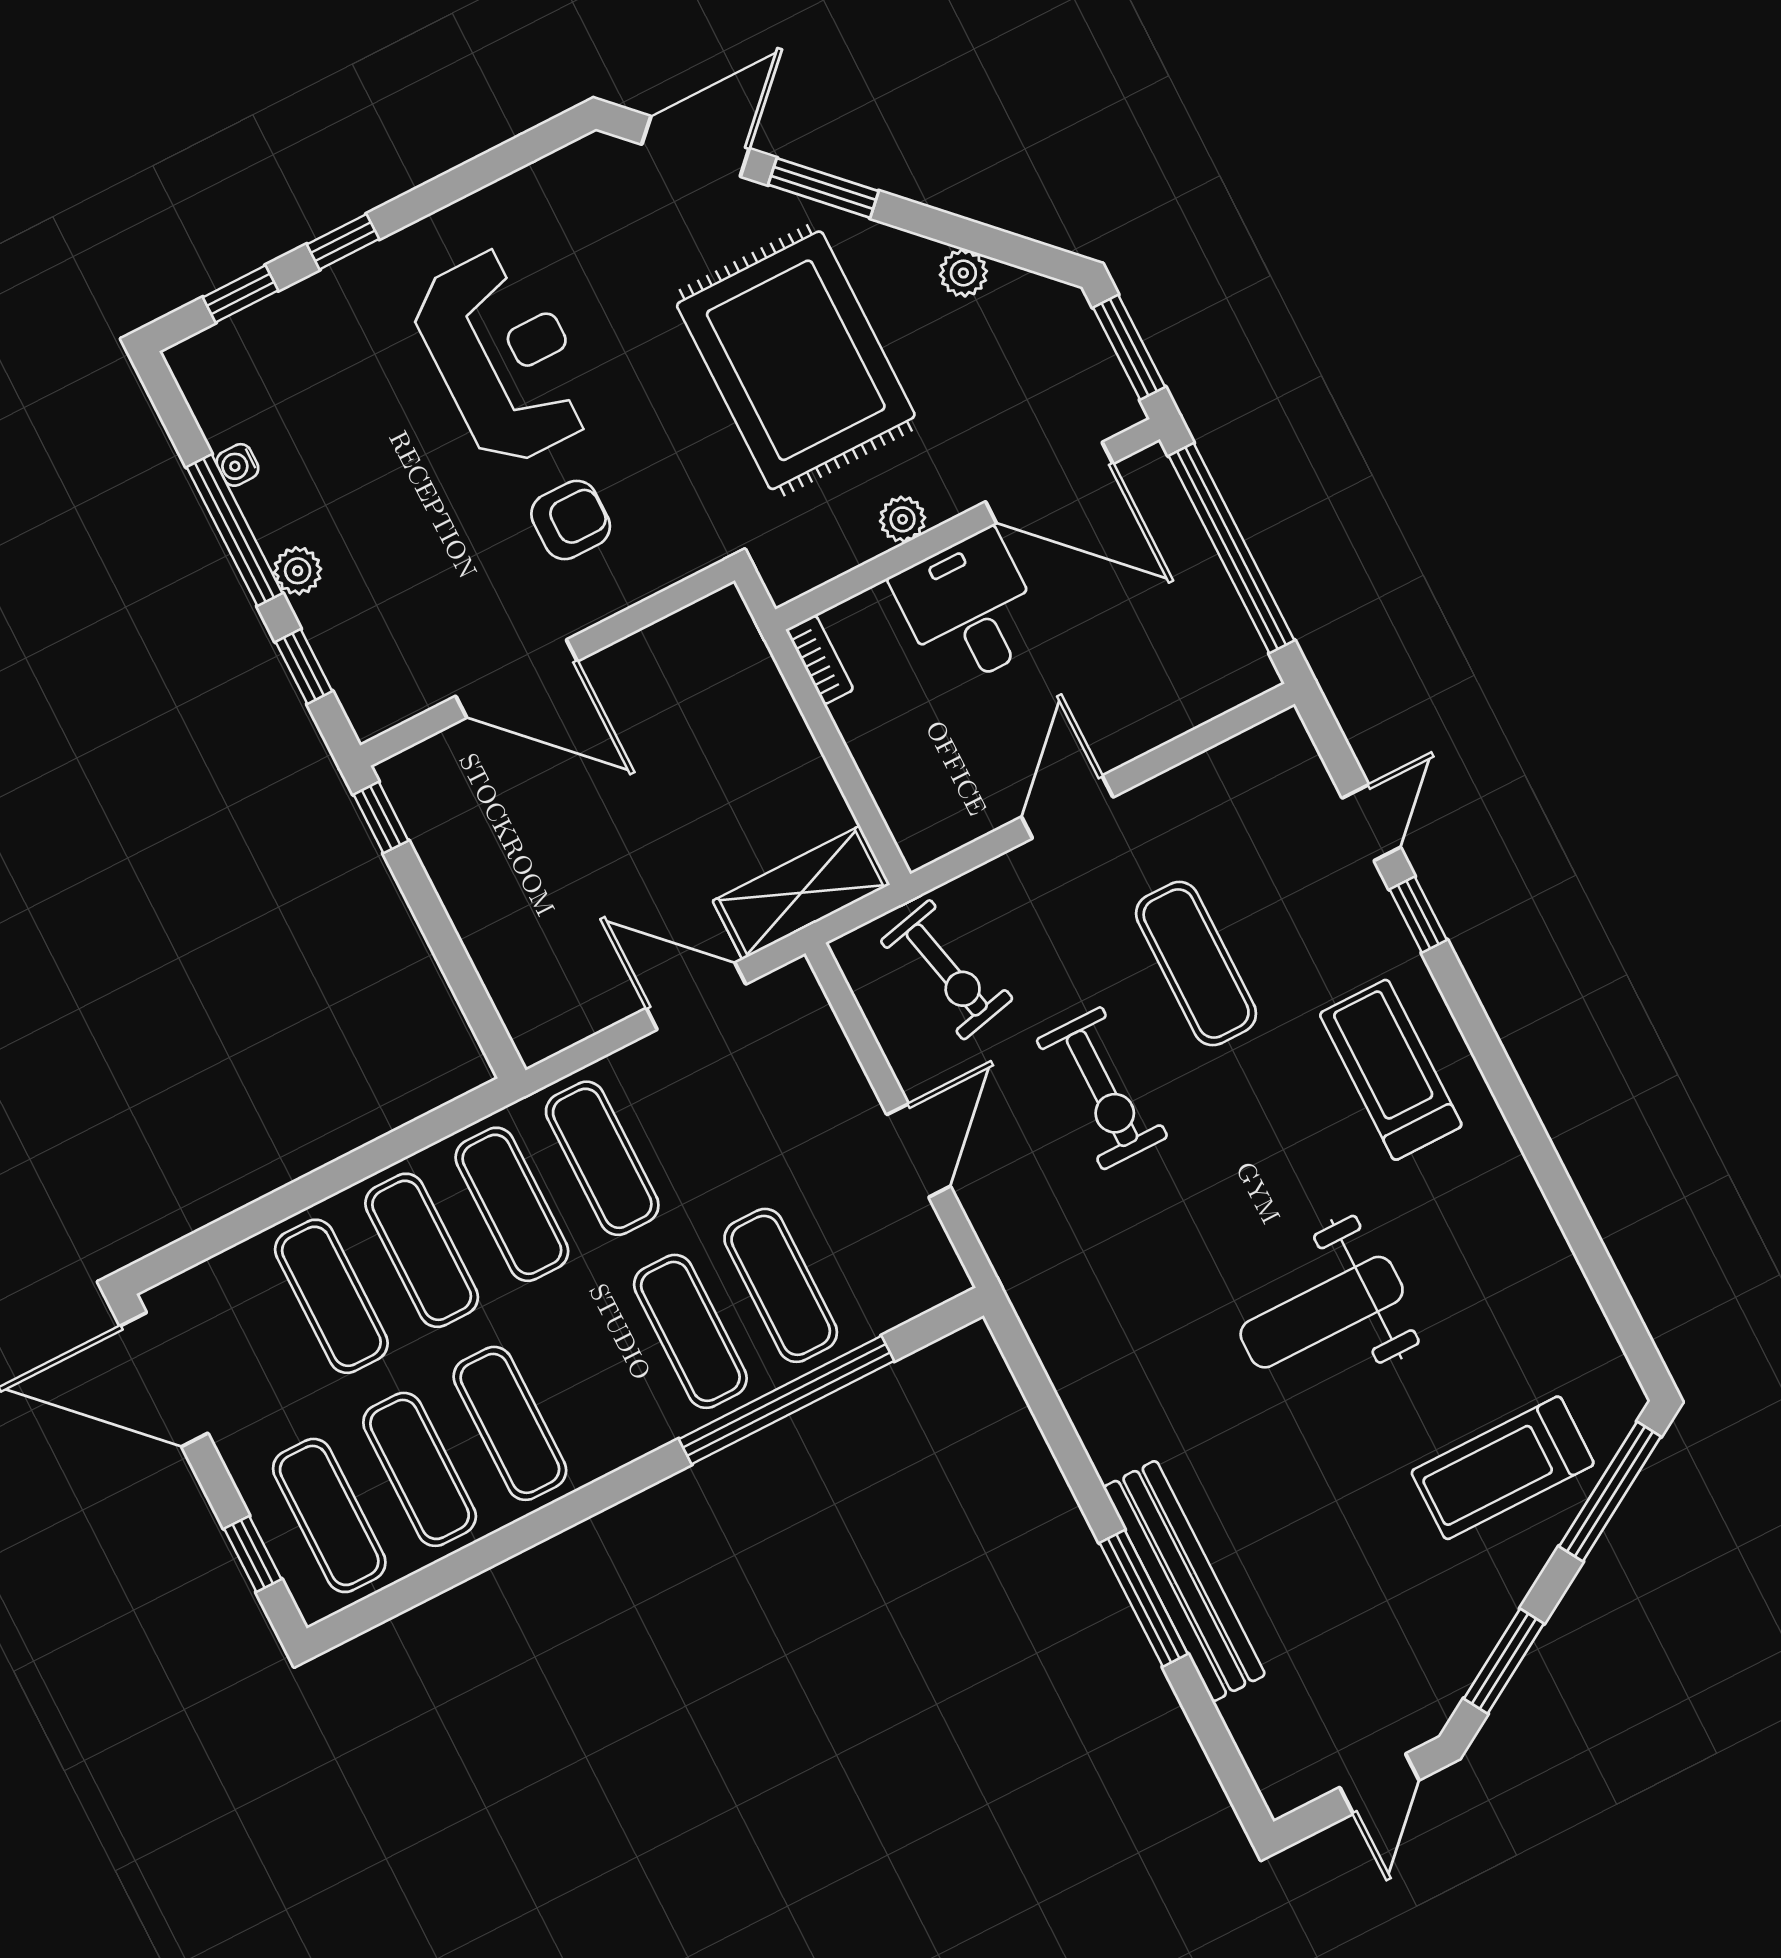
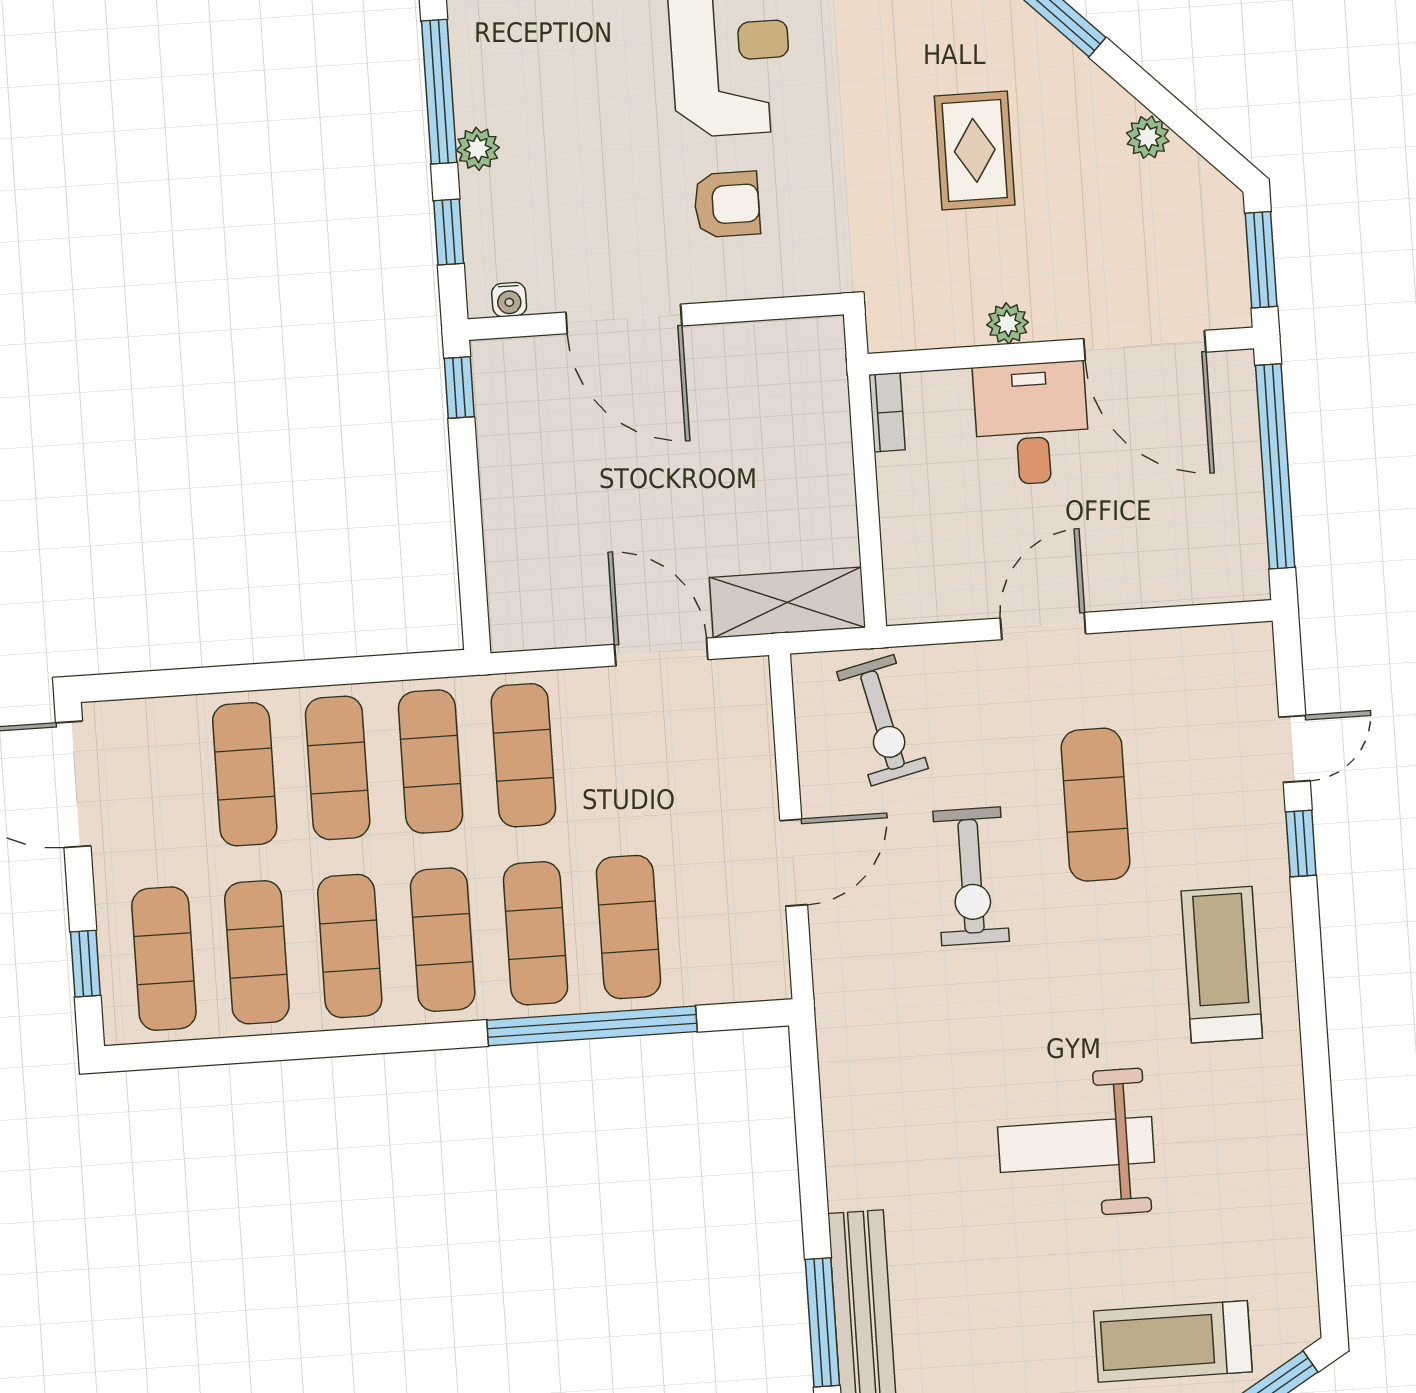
rug: (796, 360) -> (975, 150), width x0.54, depth x0.49
water cooler: (237, 465) -> (509, 300), moved, turned -90
exercise mat: (600, 1377) -> (443, 940), added

